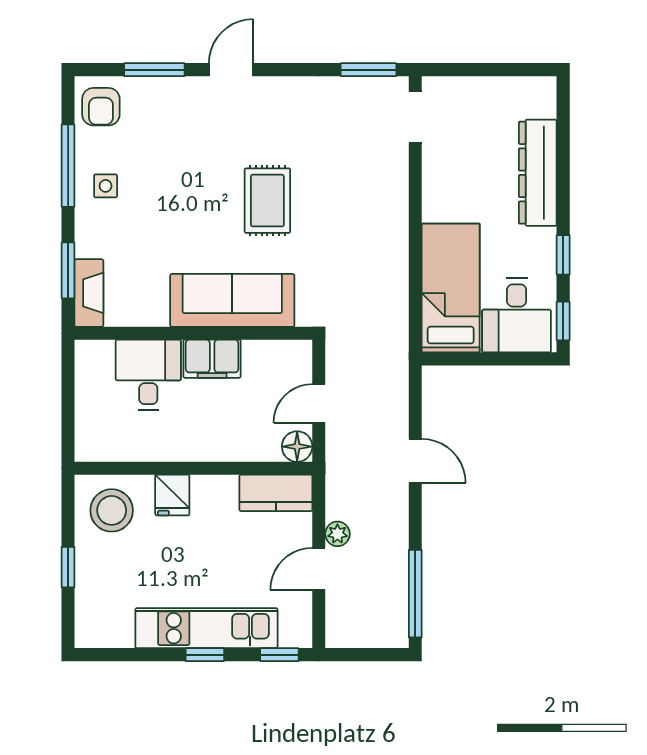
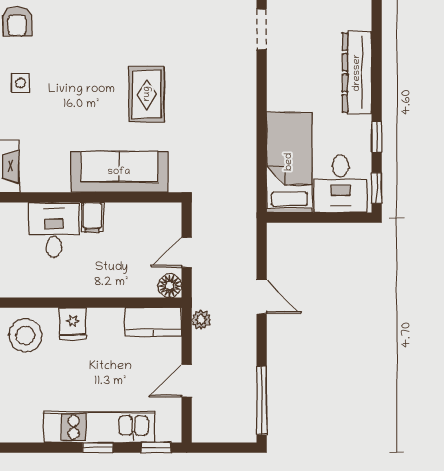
filing cabinet: (212, 359) -> (92, 217), width x0.50
plant: (337, 534) -> (201, 320), moved

